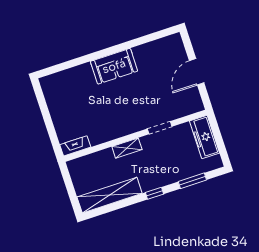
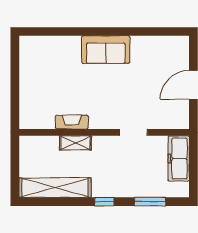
fireplace: (75, 146) -> (72, 122), moved
shelving: (127, 148) -> (75, 143), moved

